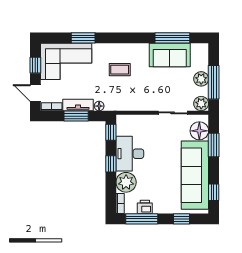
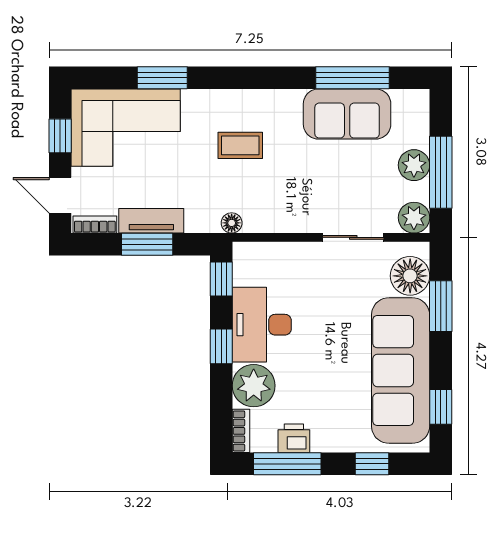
floor lamp: (99, 106) -> (232, 223), moved

